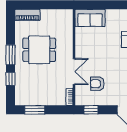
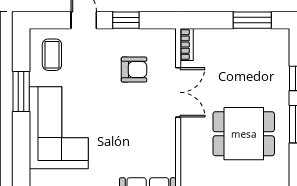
double door: (74, 72) -> (178, 92), swing flipped
window: (91, 110) -> (126, 20), moved

